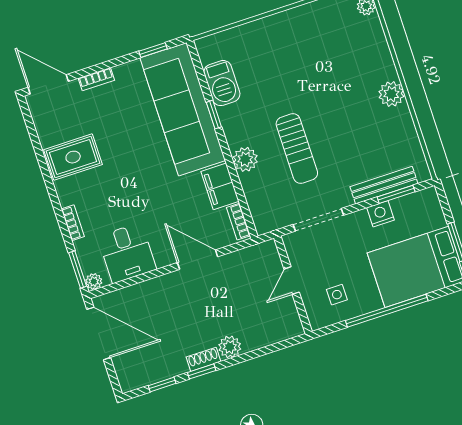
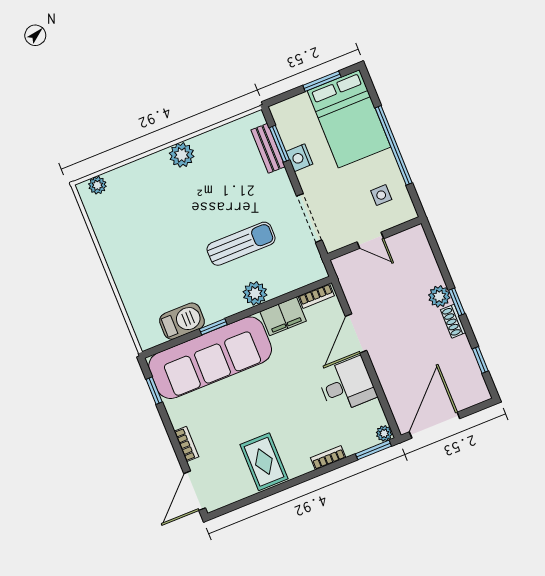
bench: (384, 185) -> (268, 148), width x0.73
desk: (127, 253) -> (347, 385), moved
window: (202, 371) -> (457, 302), moved

